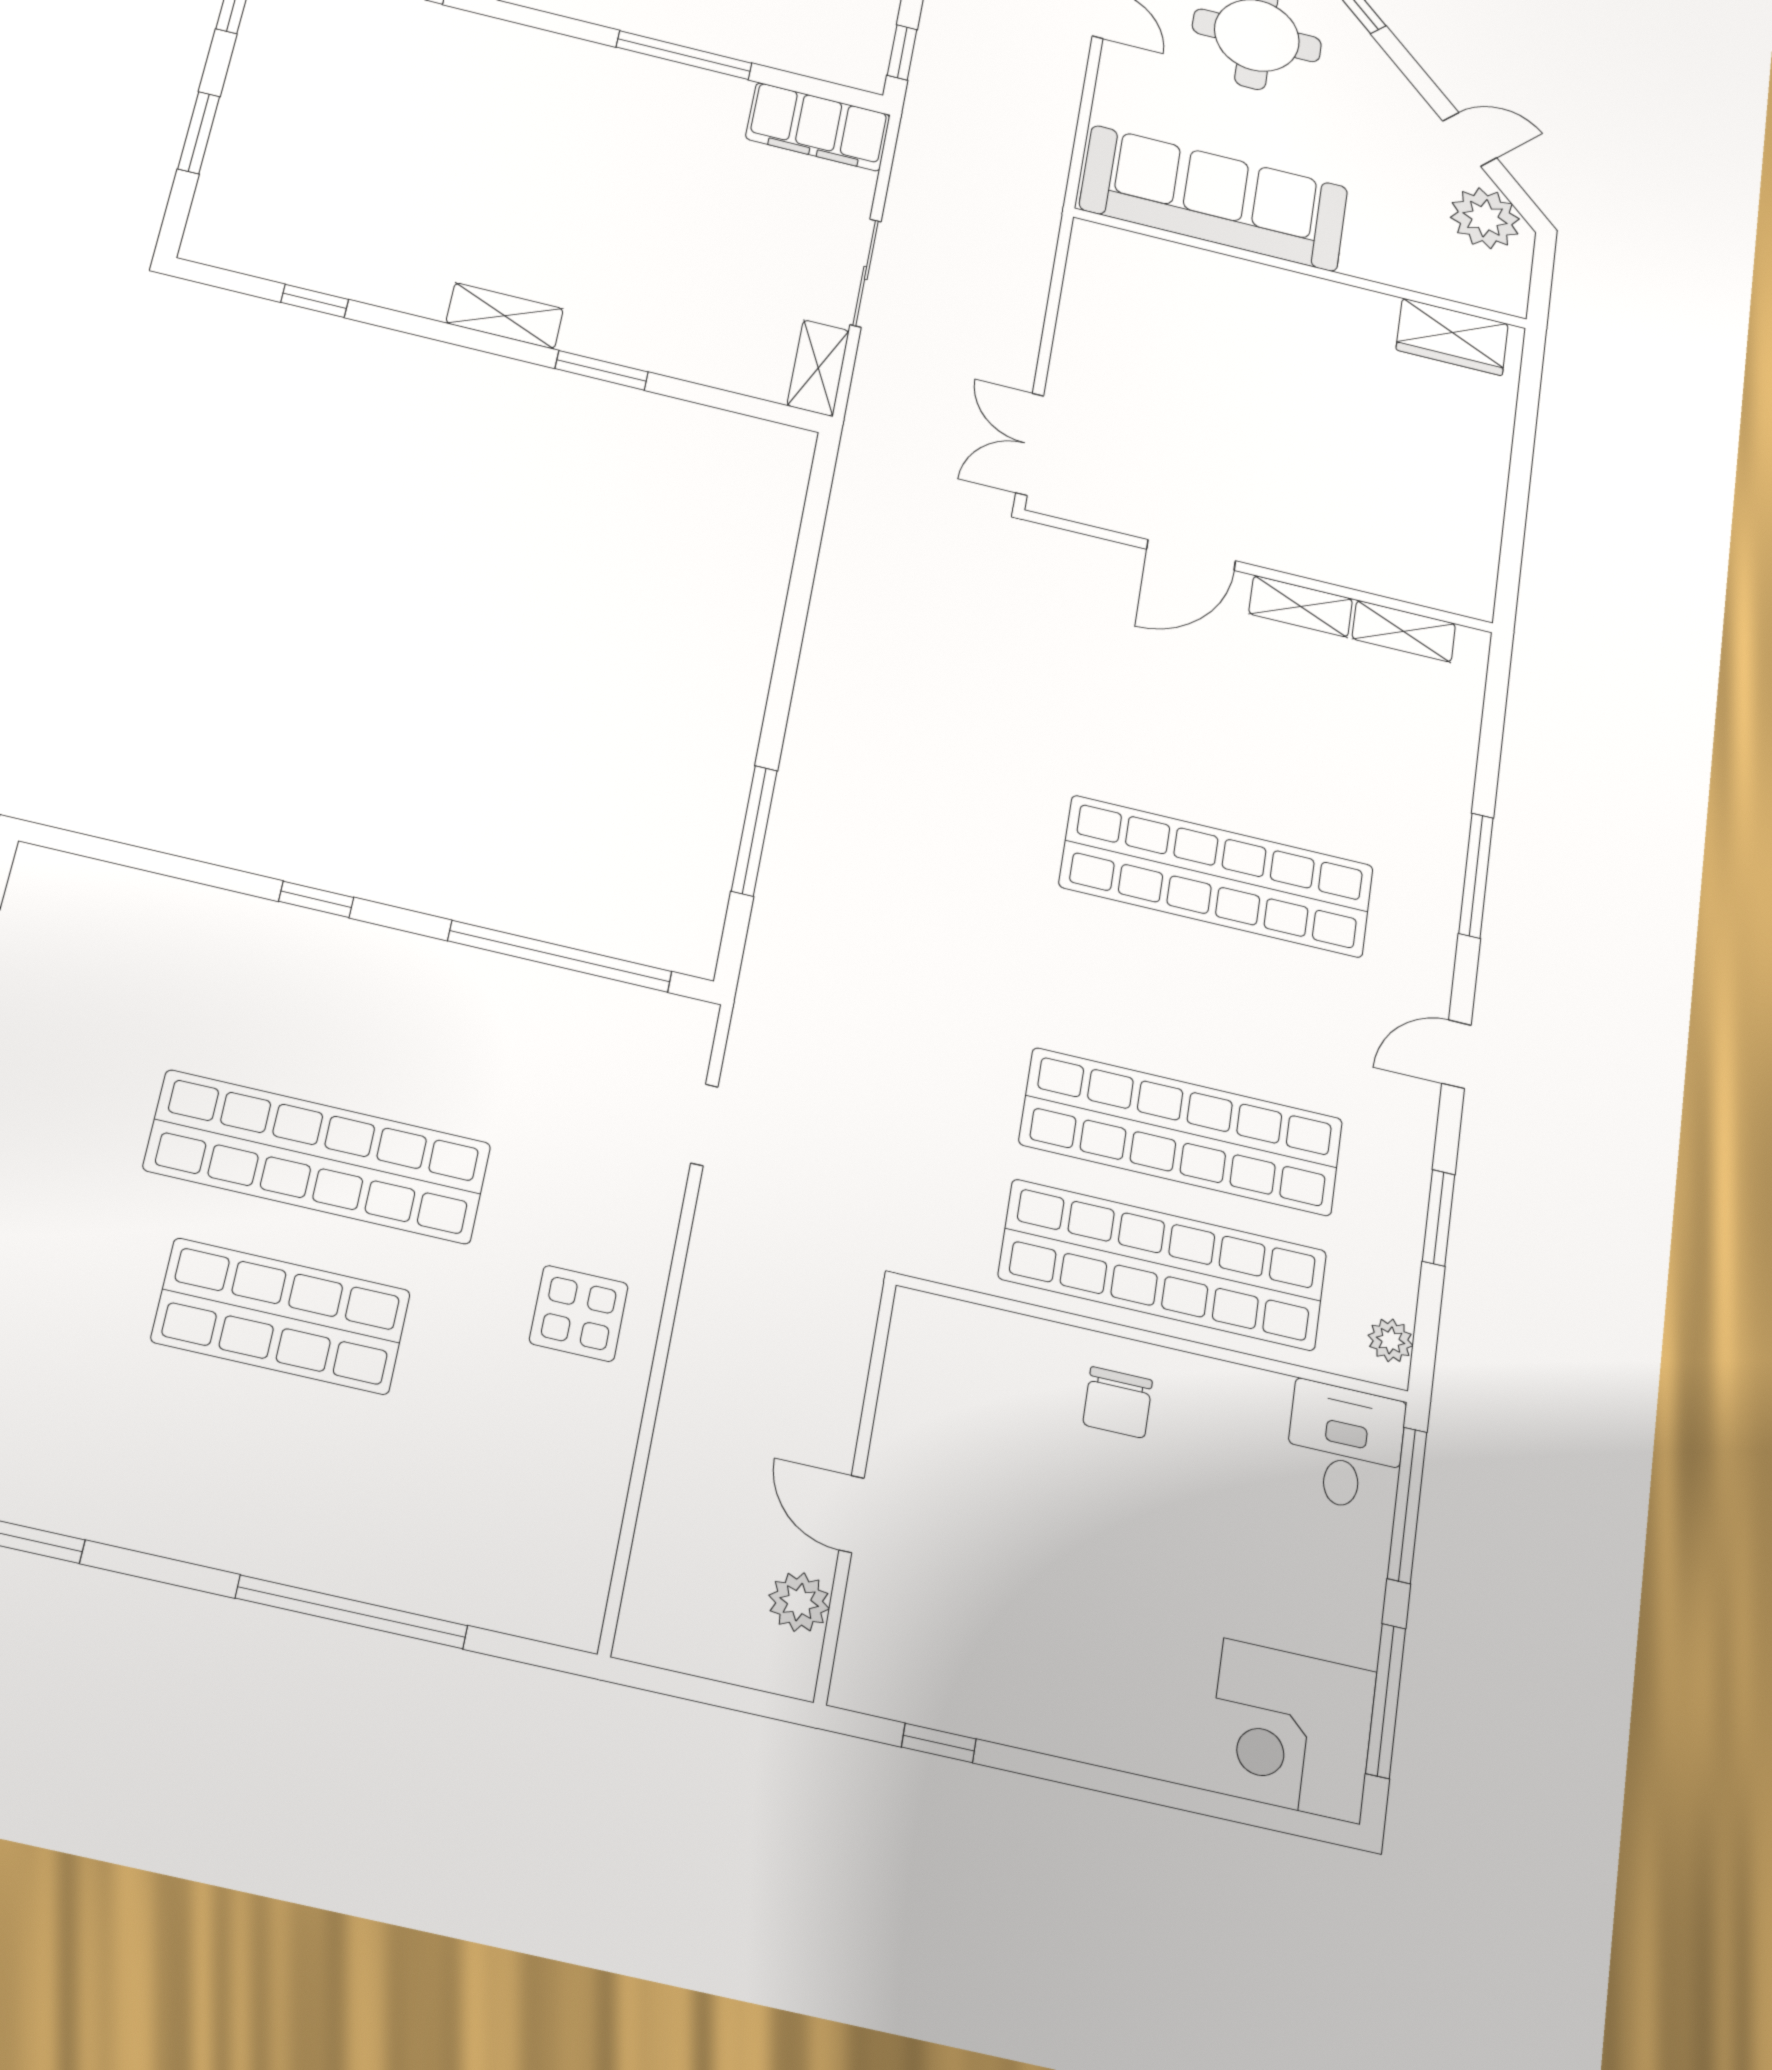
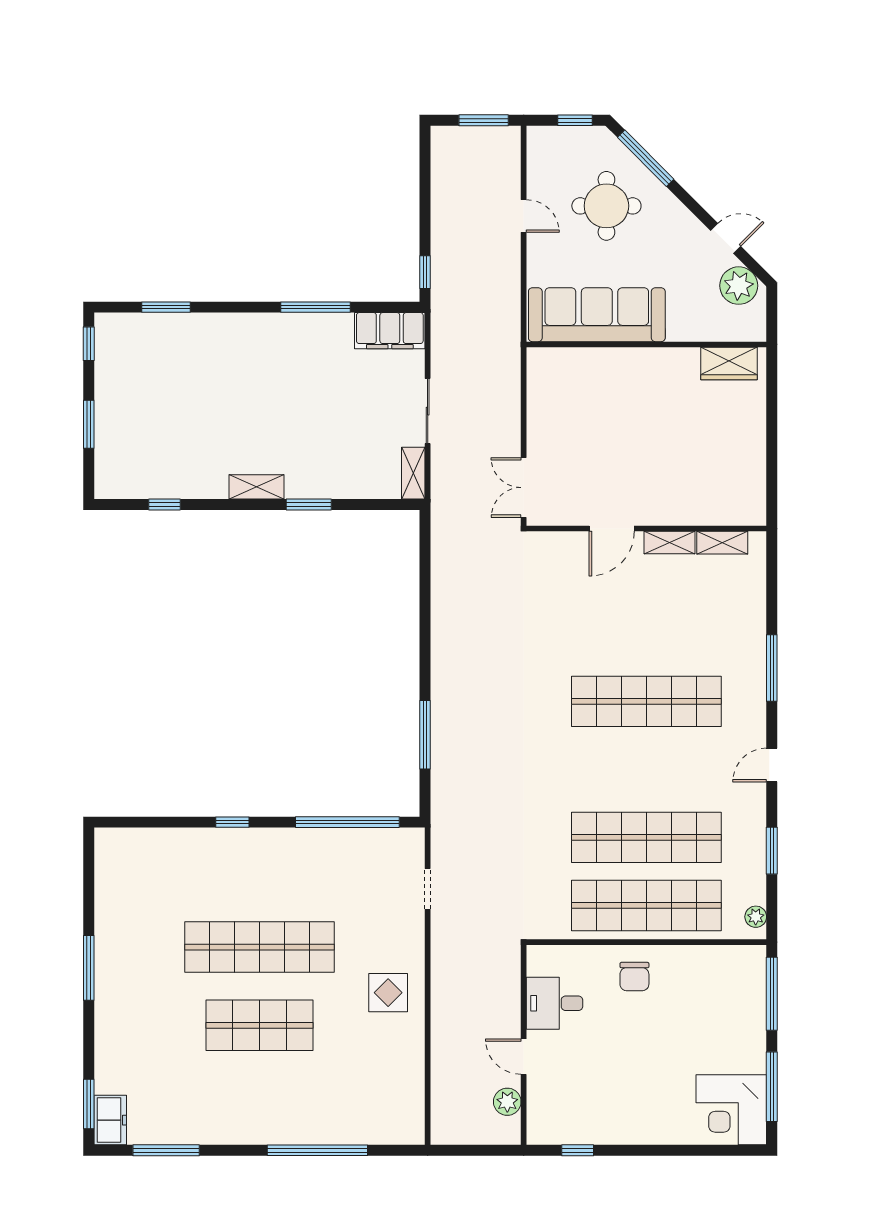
desk: (1345, 1447) -> (555, 1003), moved, turned -90

